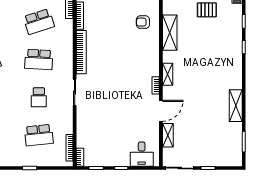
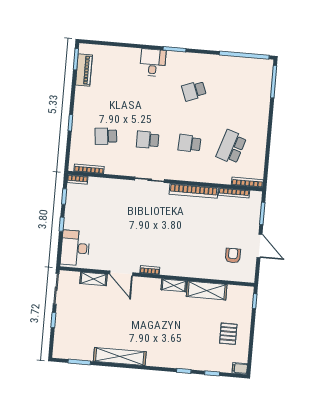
school desk: (39, 22) -> (231, 147), turned 36
armchair: (143, 22) -> (233, 256), moved
school desk: (39, 59) -> (189, 143), width x0.54
shelving: (168, 74) -> (174, 285), moved
shelving: (236, 106) -> (120, 356), width x1.47
school desk: (39, 135) -> (106, 136), width x0.54
desk: (142, 154) -> (75, 248), width x1.37

